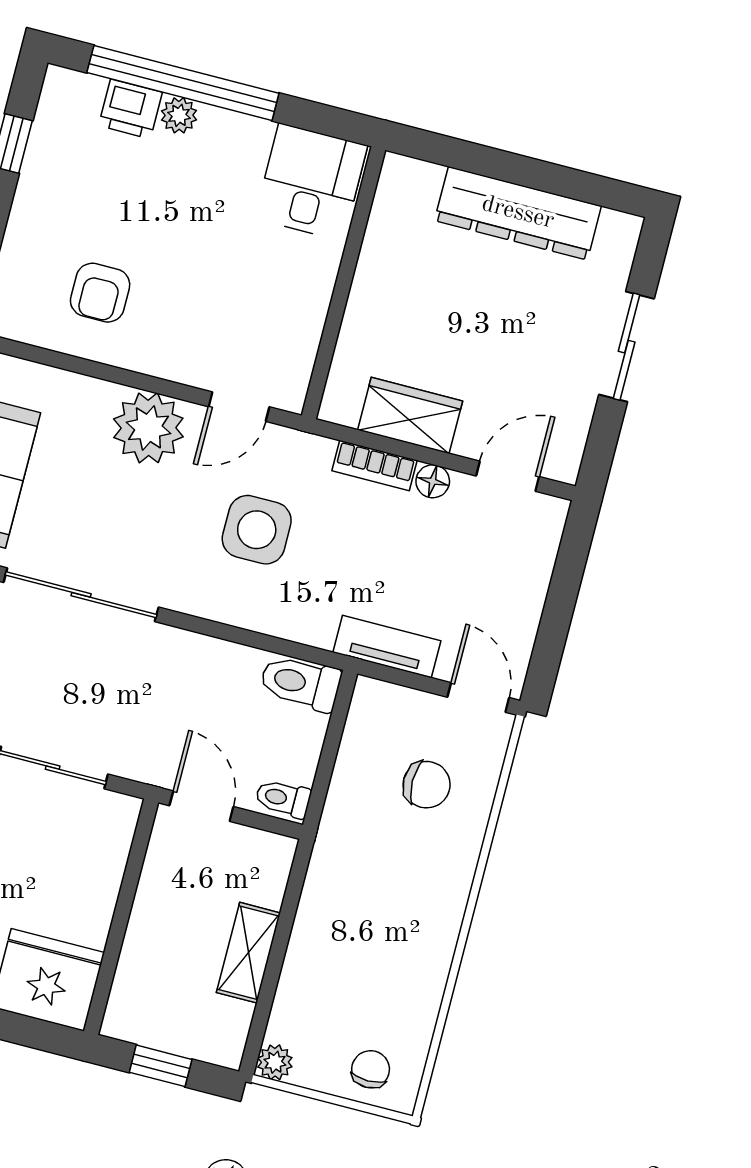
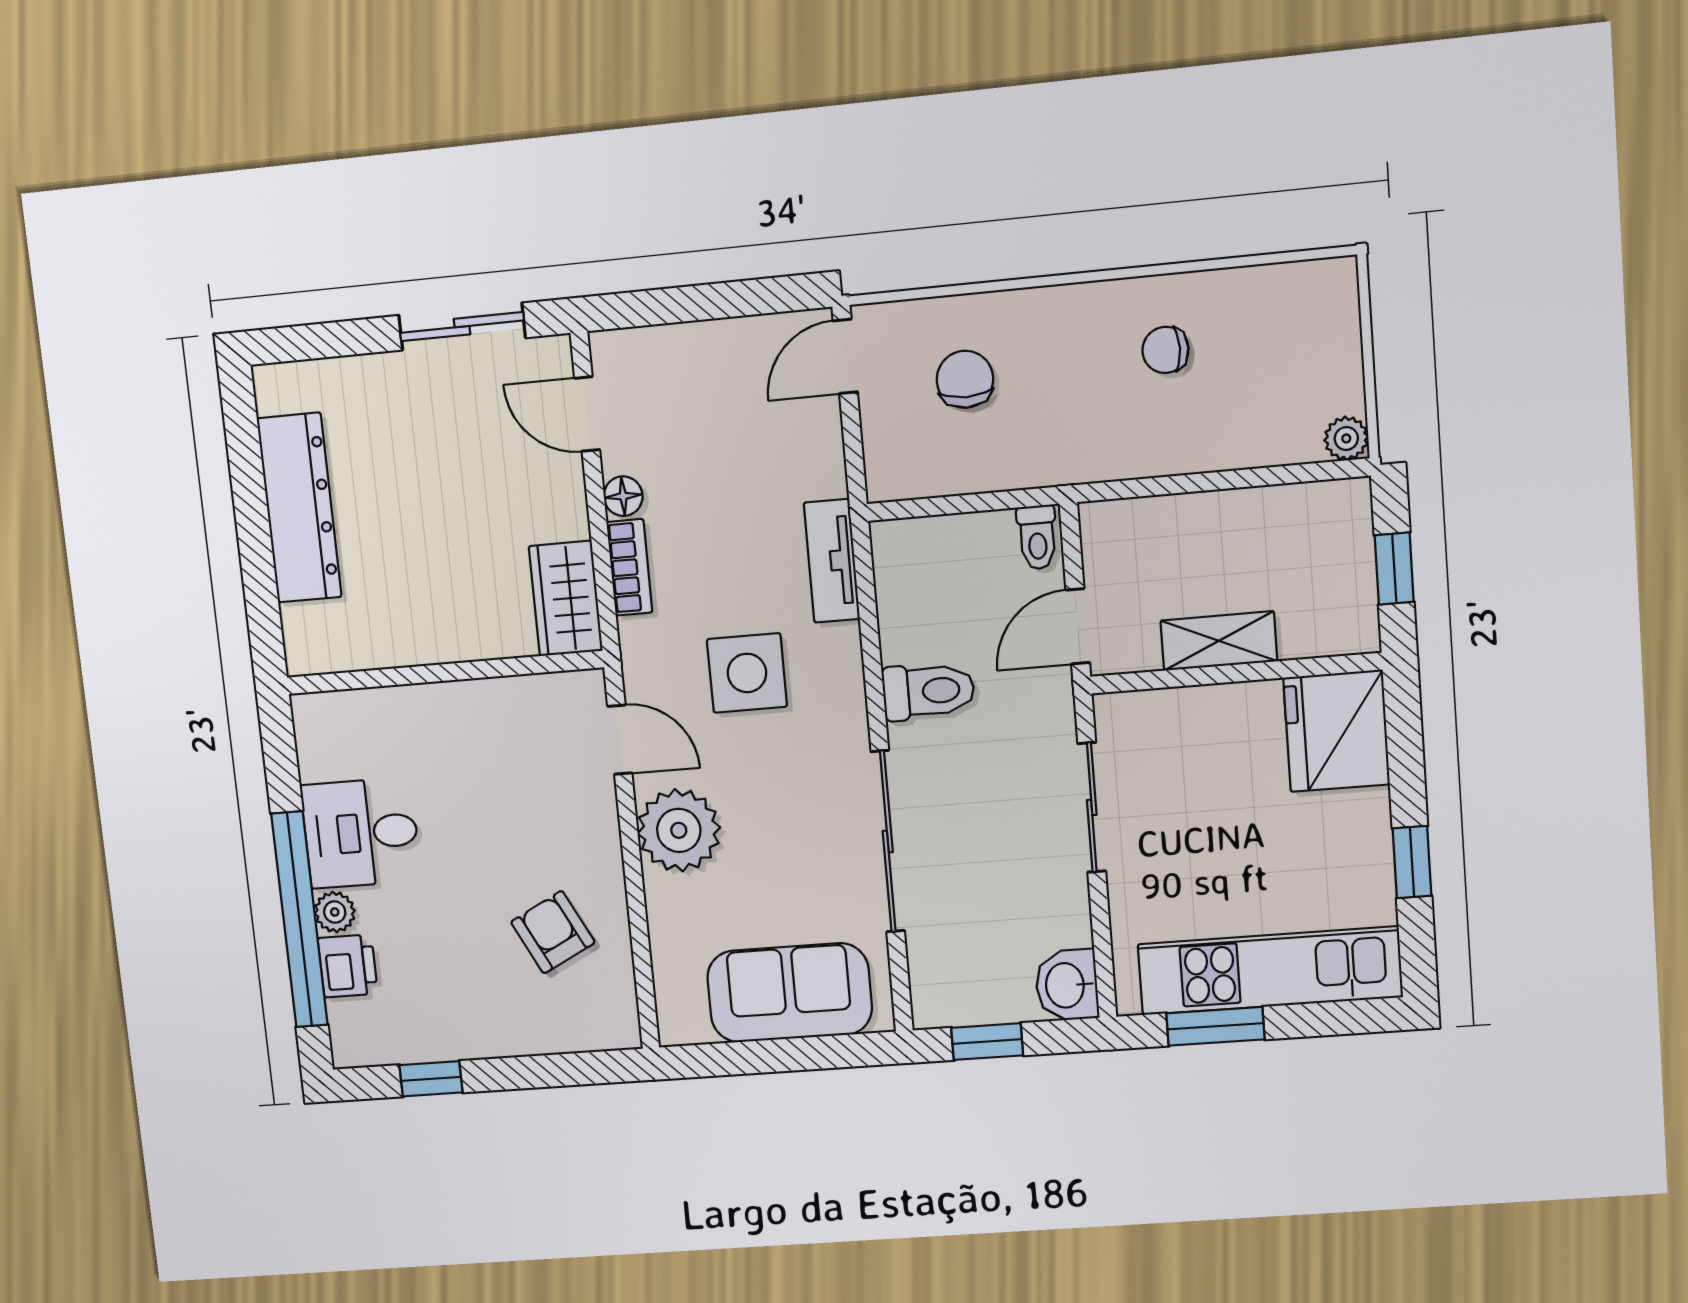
desk: (311, 182) -> (361, 833), moved
armchair: (100, 293) -> (553, 932), turned -117
sliding door: (627, 347) -> (462, 327), moved
wardrobe: (410, 415) -> (566, 599), moved
tv unit: (387, 647) -> (832, 561), moved
toilet: (300, 683) -> (928, 691), moved, turned -90
shelving: (248, 953) -> (1219, 641), moved
chair: (371, 1069) -> (1165, 350), moved

